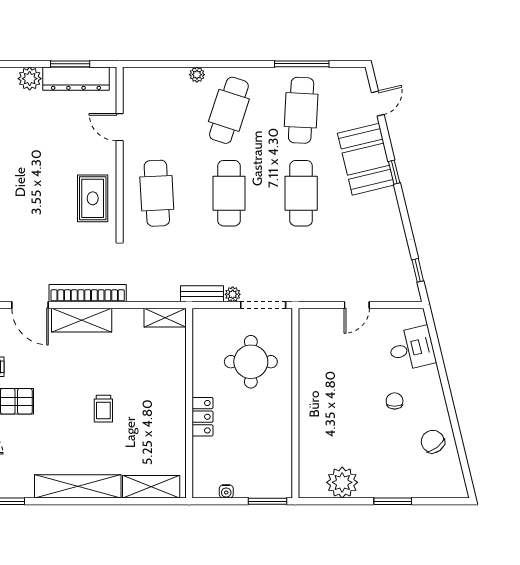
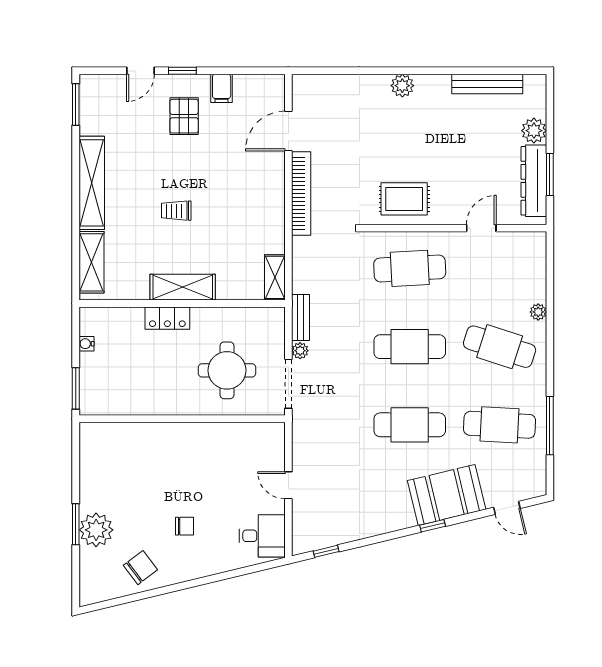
shelving: (82, 320) -> (183, 287), moved, turned 90
desk: (412, 349) -> (262, 536), moved, turned -76
plant: (342, 482) -> (96, 530), moved

